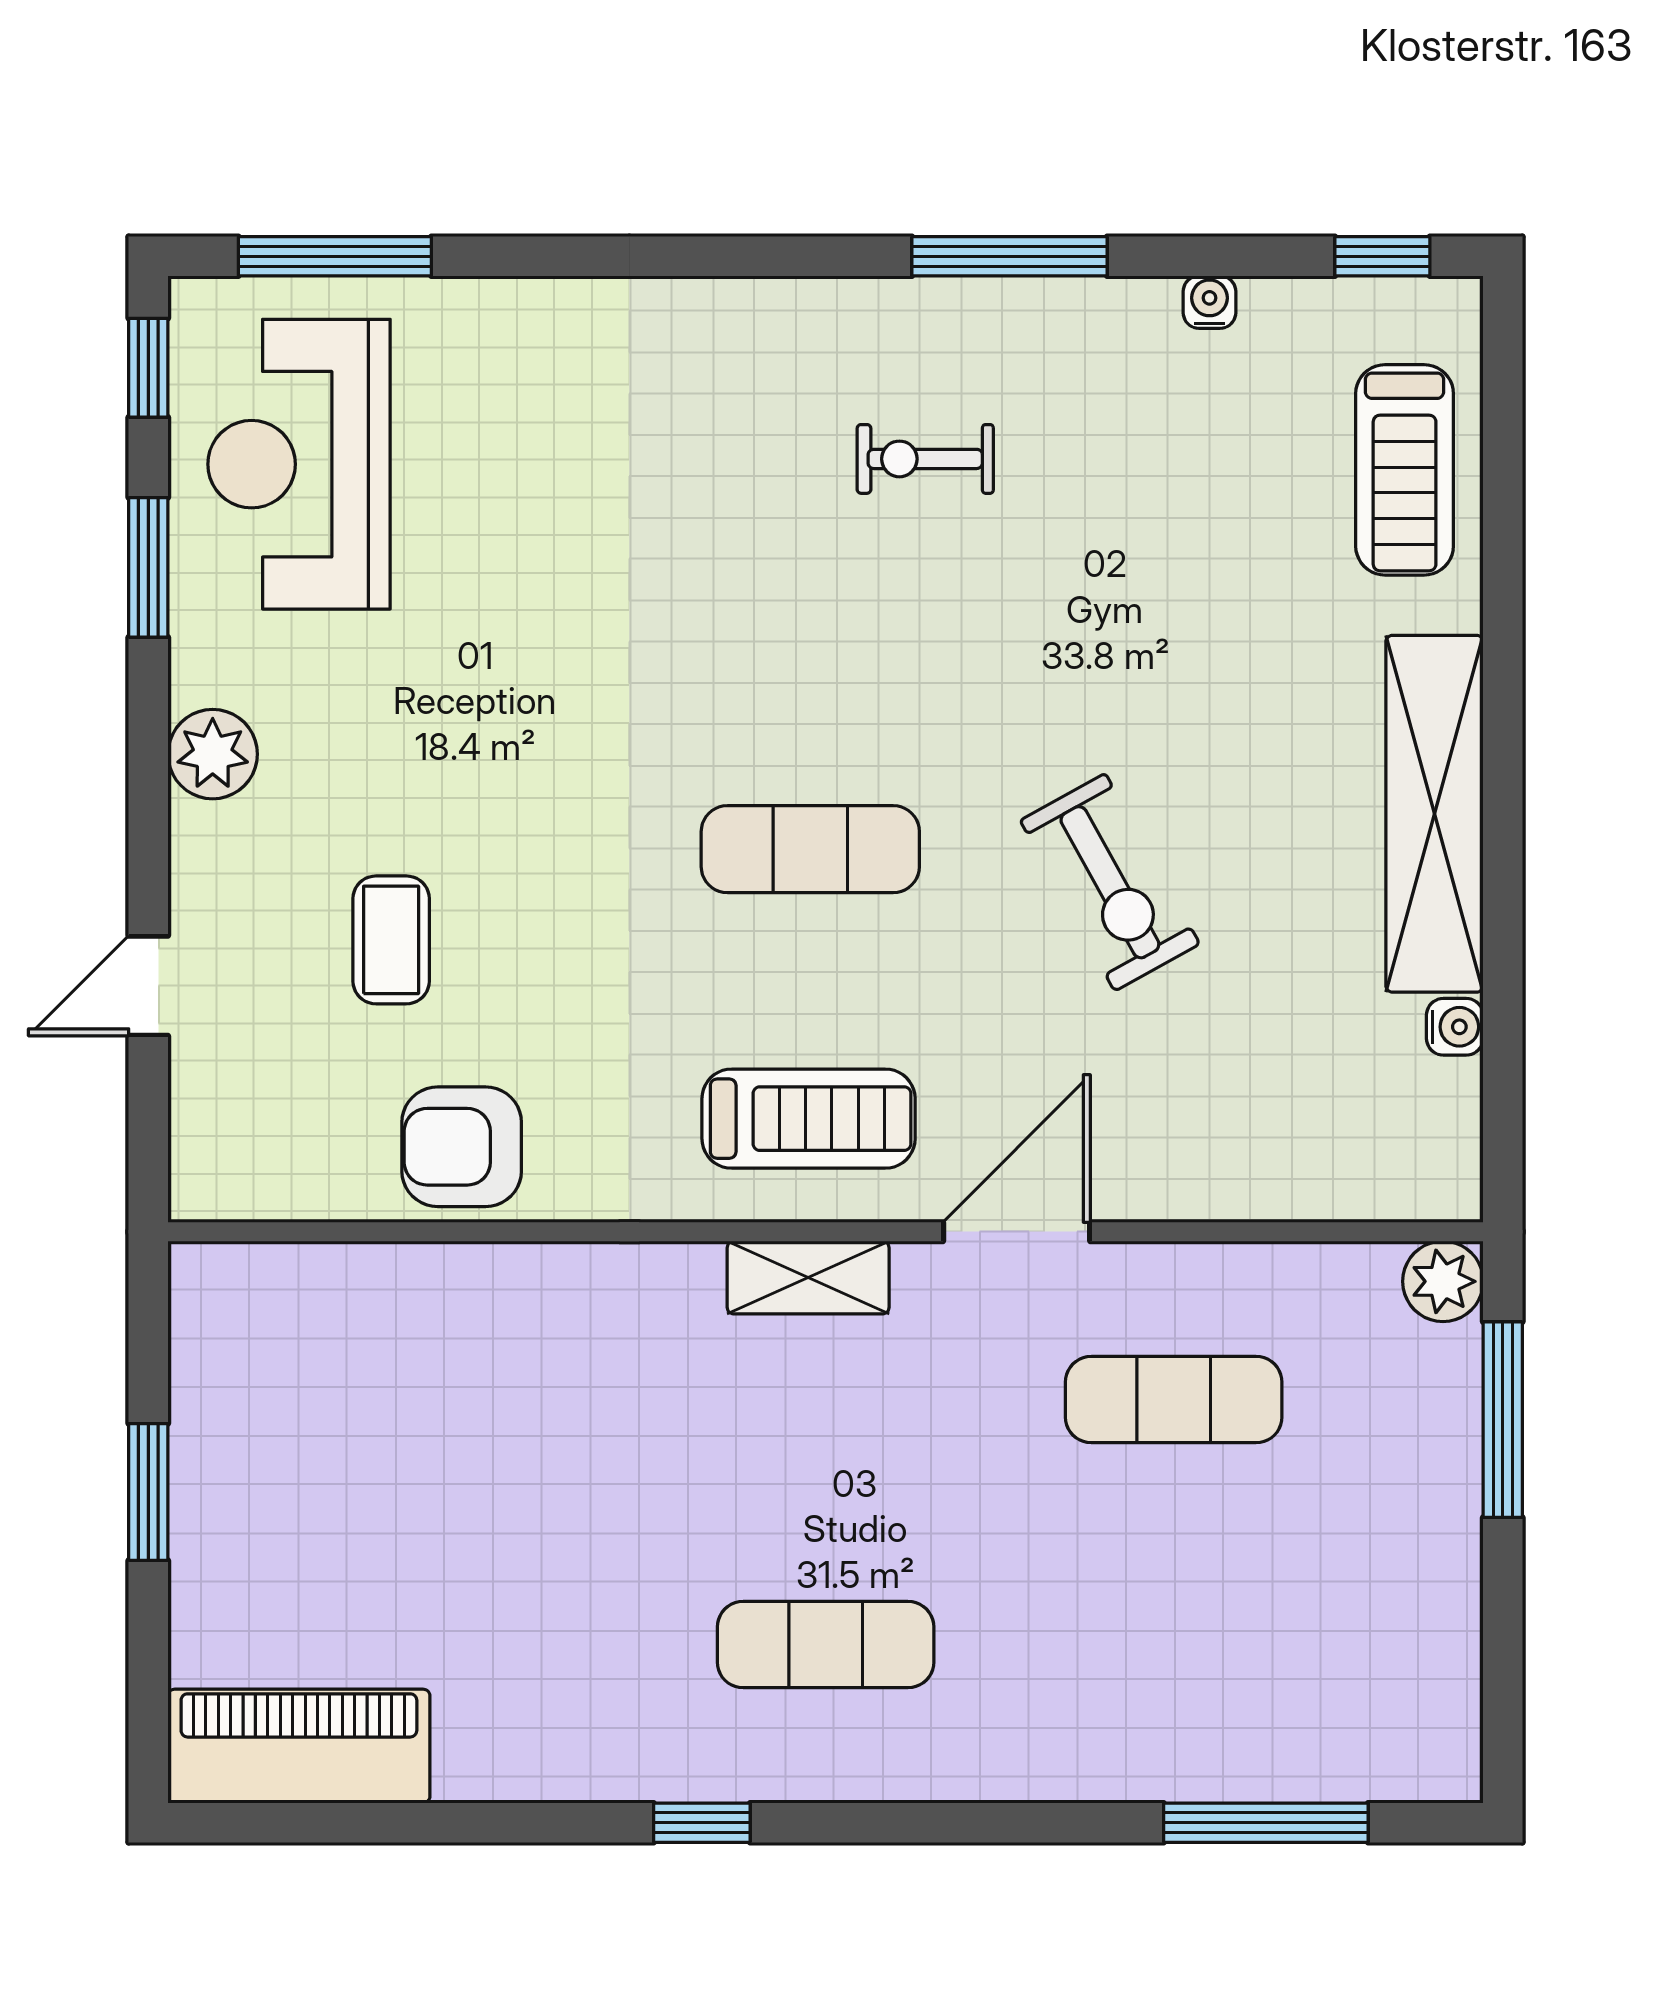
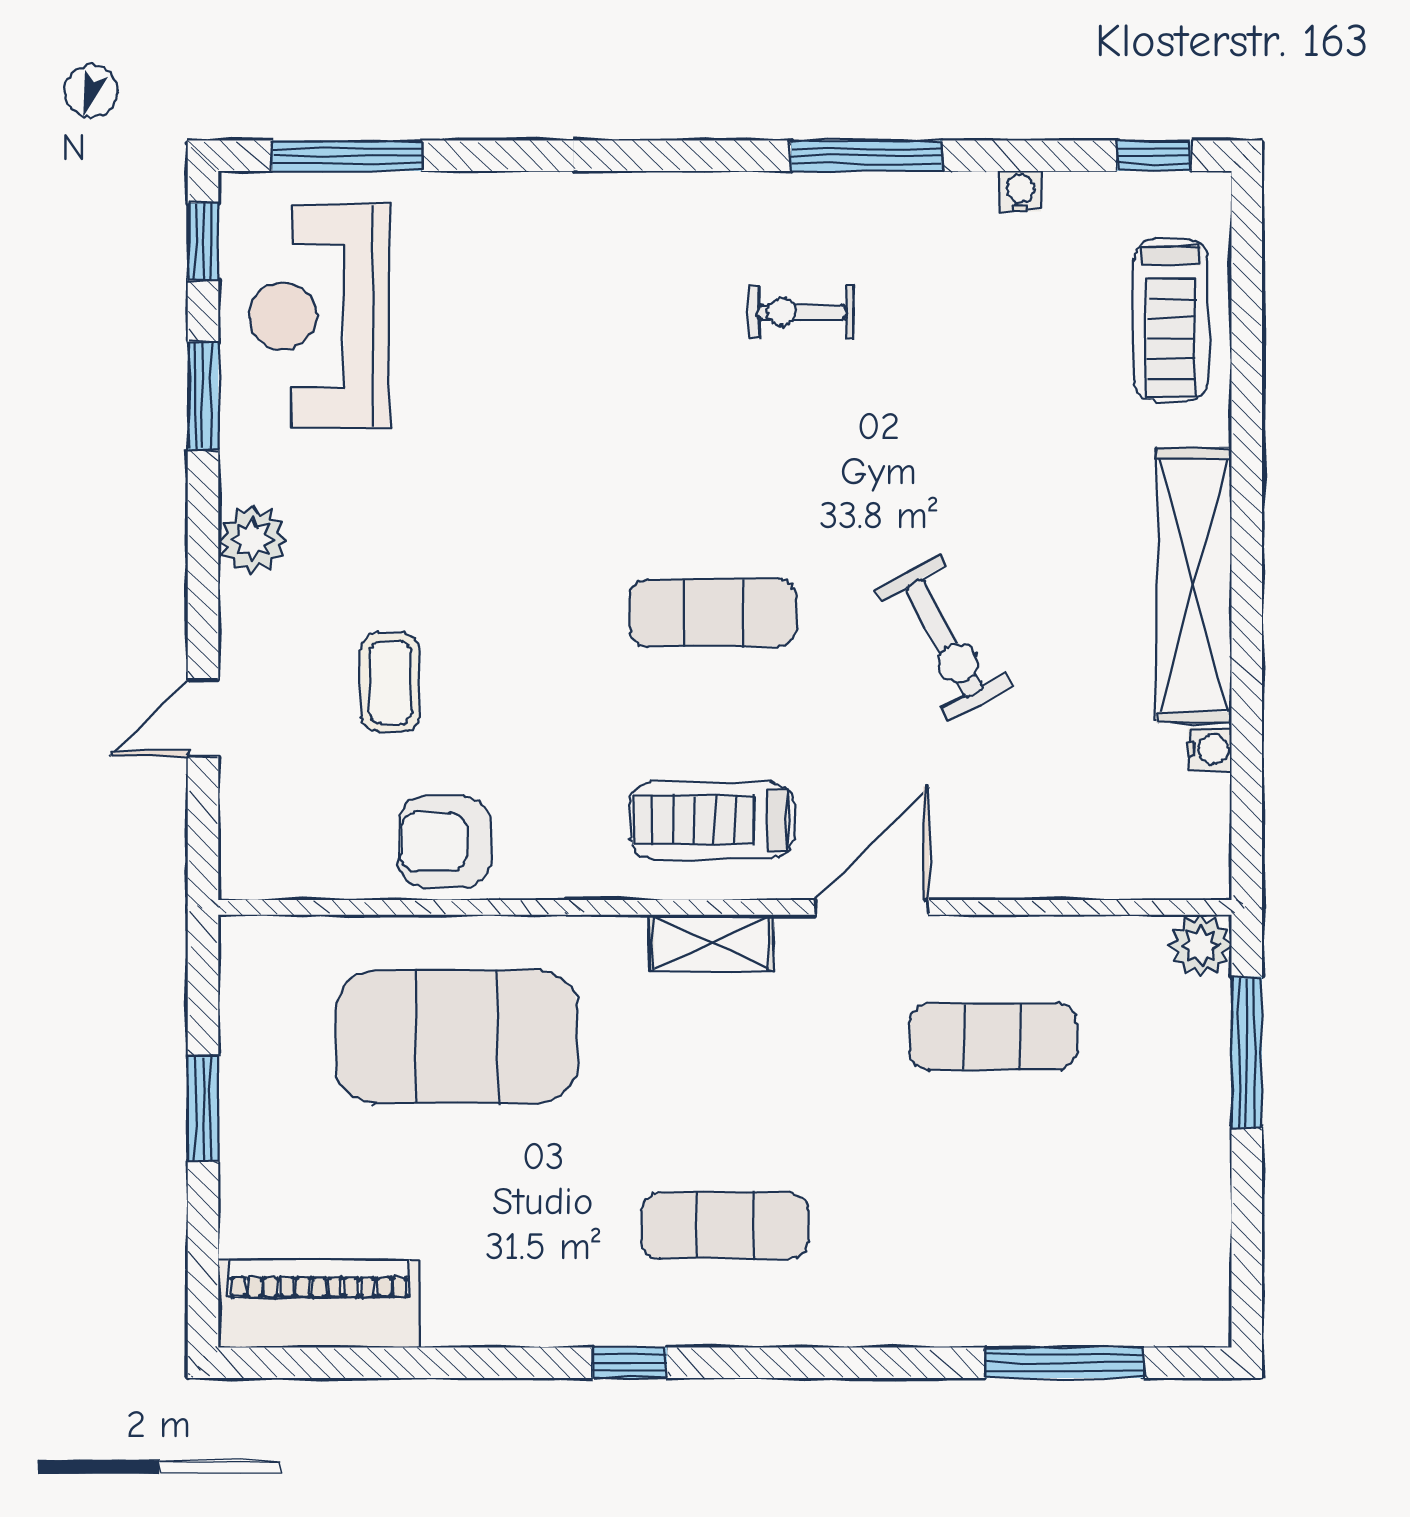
treadmill: (809, 1119) -> (712, 820), turned 180
exercise mat: (477, 1400) -> (457, 1037), added

